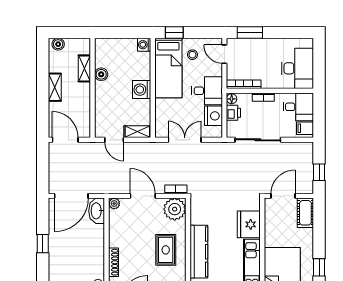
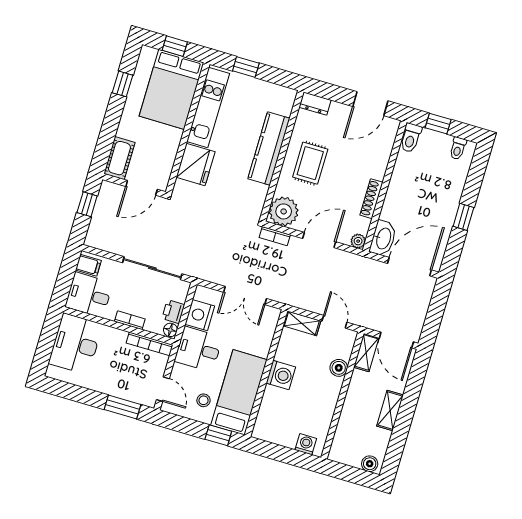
washing machine: (144, 45) -> (306, 444), moved, turned -90
shelving: (84, 68) -> (366, 353), moved
boiler: (101, 74) -> (339, 368), moved
door: (143, 196) -> (319, 240), swing flipped
shoe rack: (114, 262) -> (371, 199), moved

